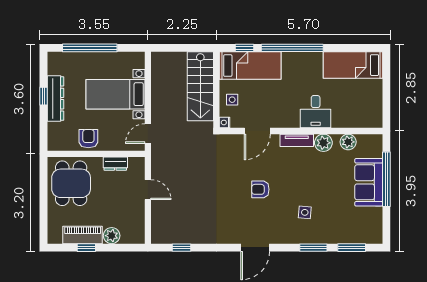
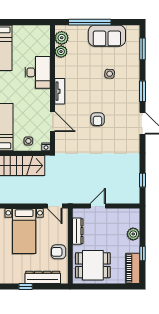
dresser: (55, 99) -> (43, 277), moved
desk: (316, 112) -> (38, 72), width x1.37
plant: (323, 143) -> (62, 38), moved
dresser: (115, 164) -> (78, 231), width x1.44
sofa: (369, 182) -> (107, 36), moved
side table: (305, 212) -> (110, 74), moved
piano: (83, 235) -> (133, 268), moved
window: (313, 248) -> (142, 91), moved

